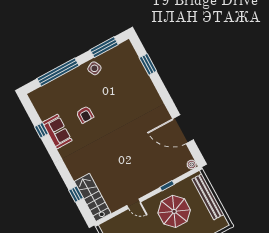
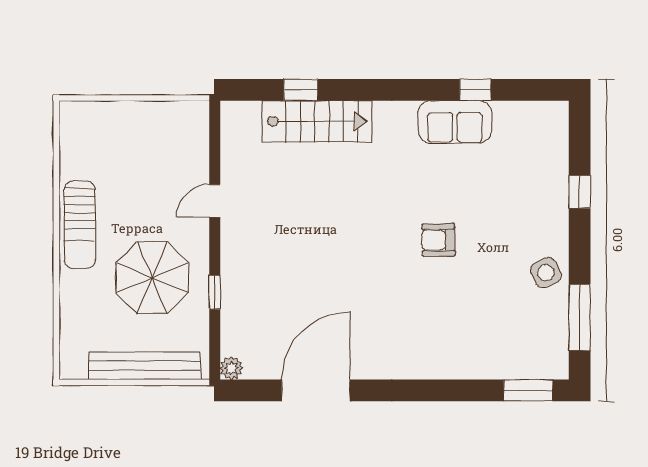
window: (148, 64) -> (528, 390), moved
window: (58, 72) -> (580, 192), width x0.32
armchair: (85, 114) -> (438, 240), moved
stairs: (93, 197) -> (317, 121), moved

